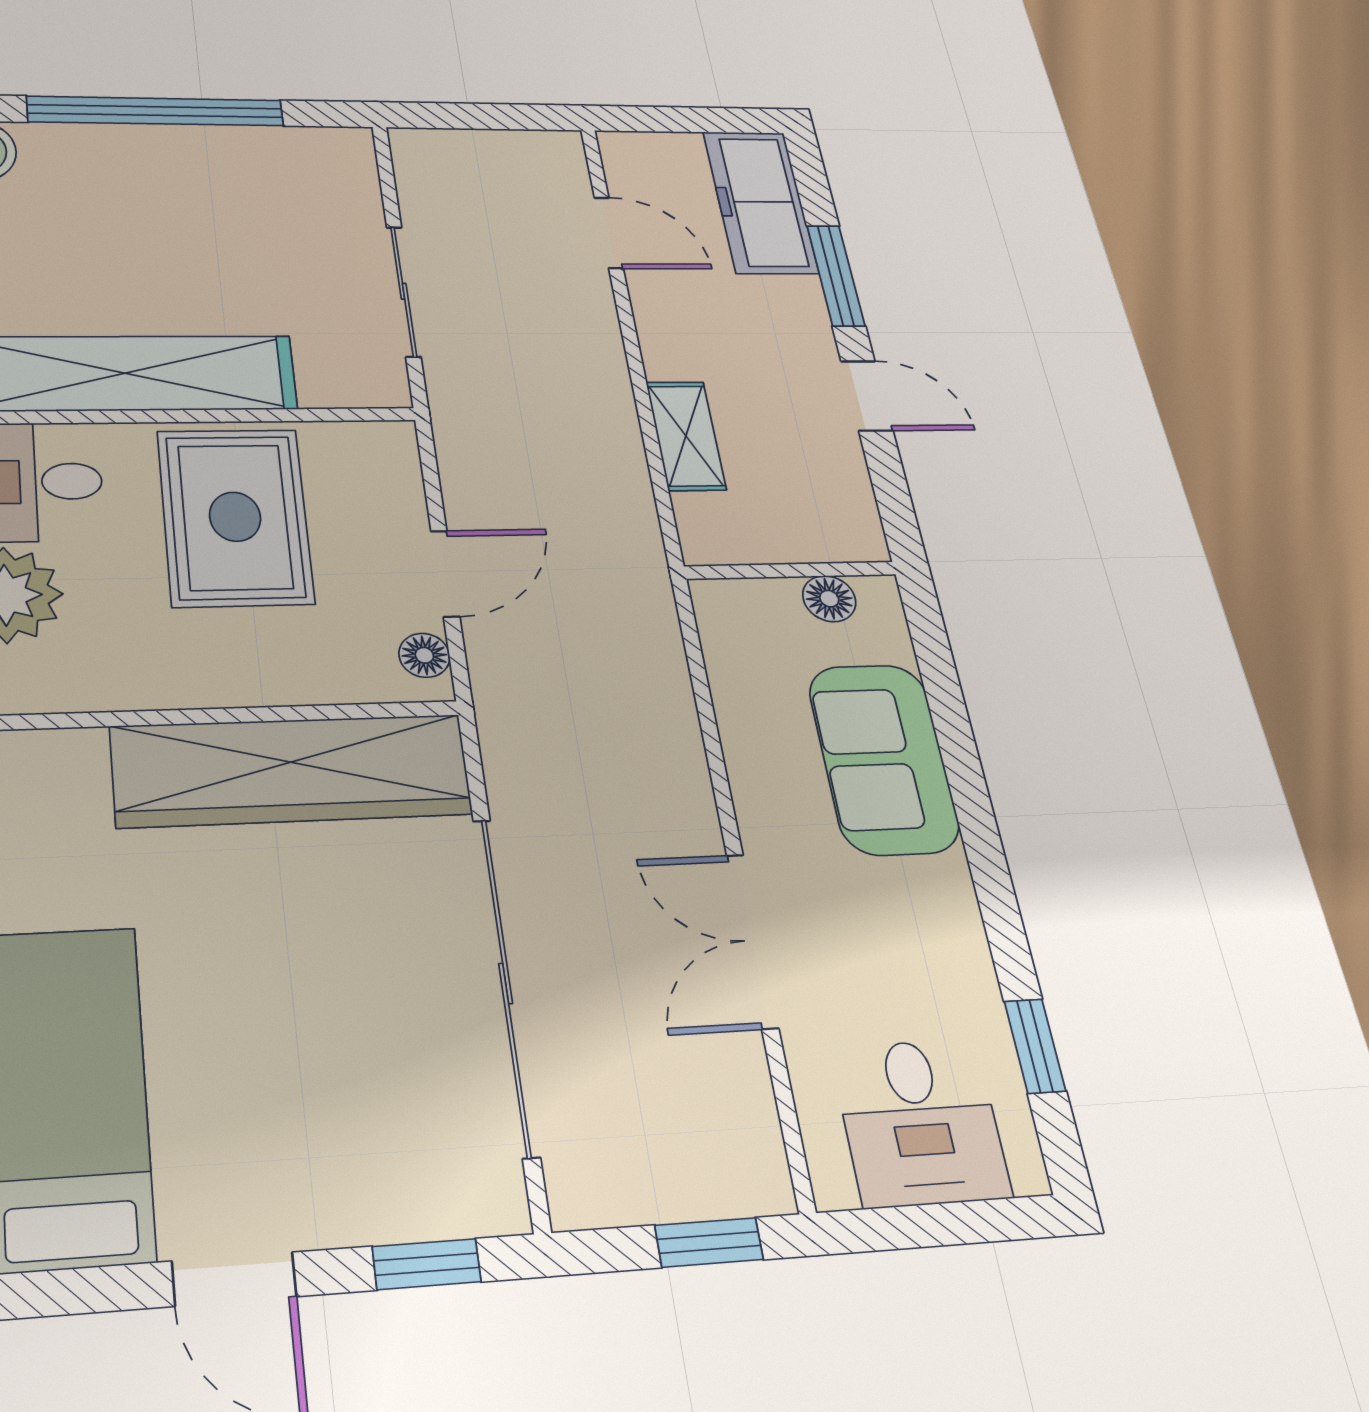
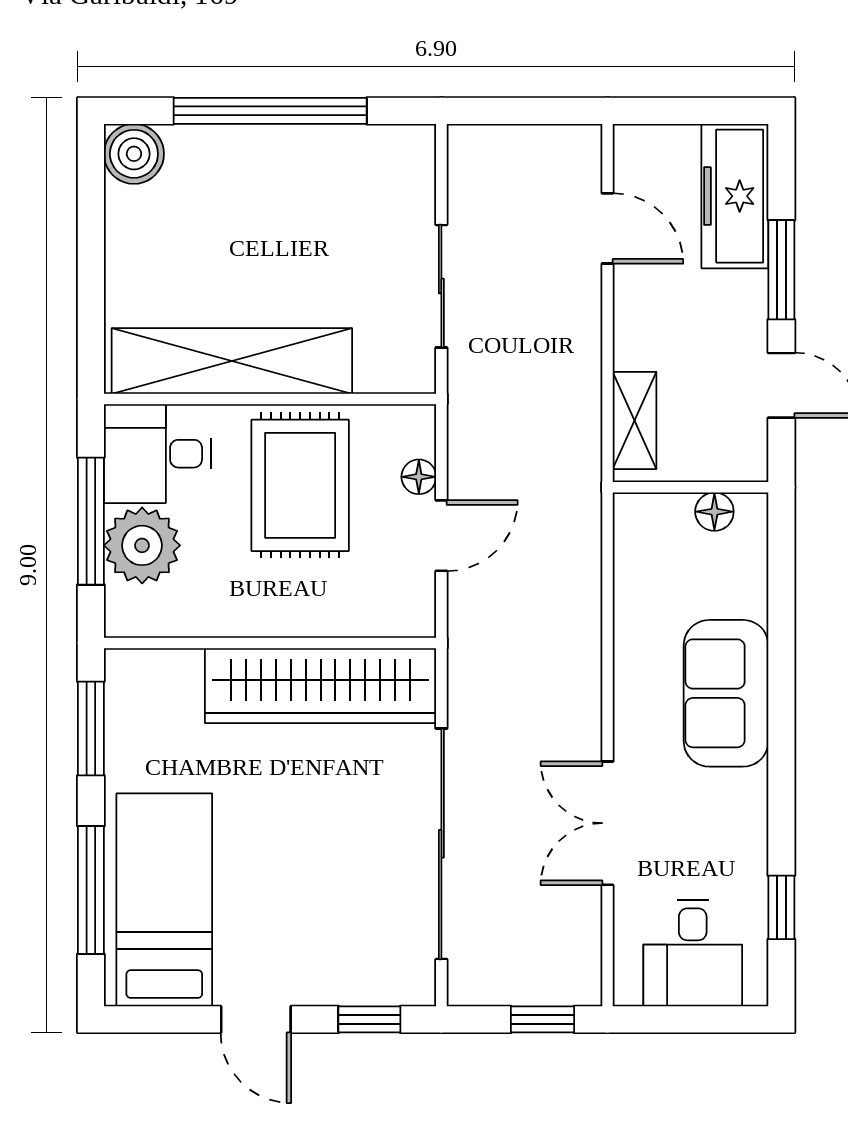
wall: (790, 570) -> (691, 487), moved
floor lamp: (829, 599) -> (714, 512), moved
floor lamp: (424, 655) -> (419, 477), moved

